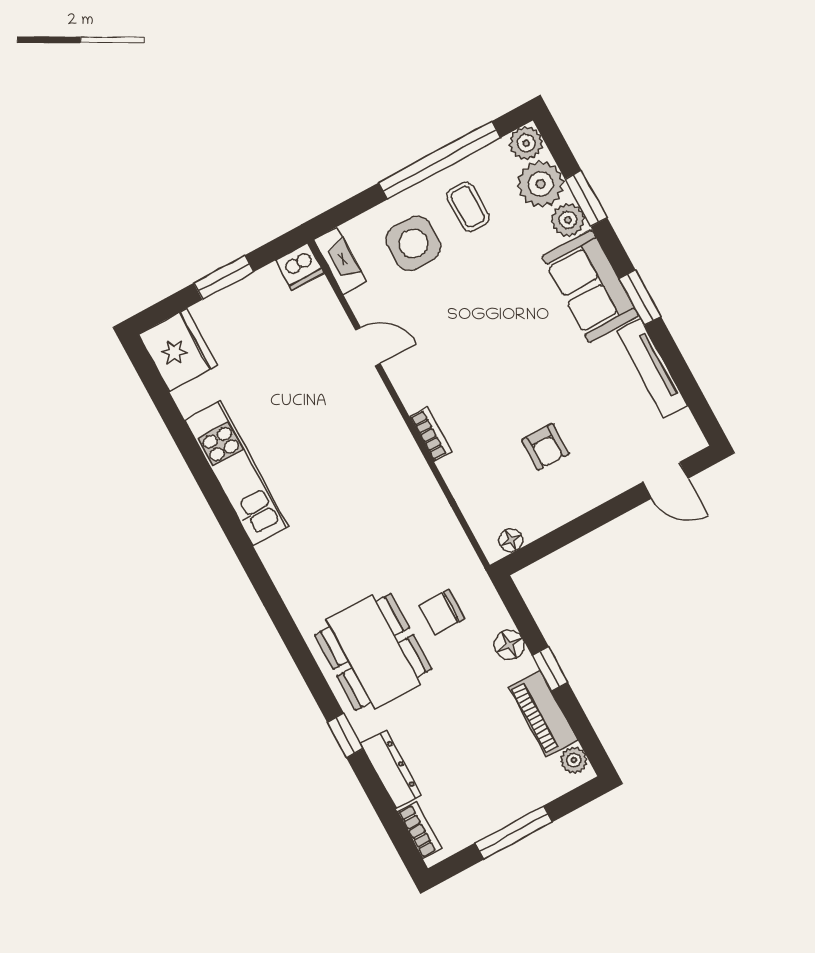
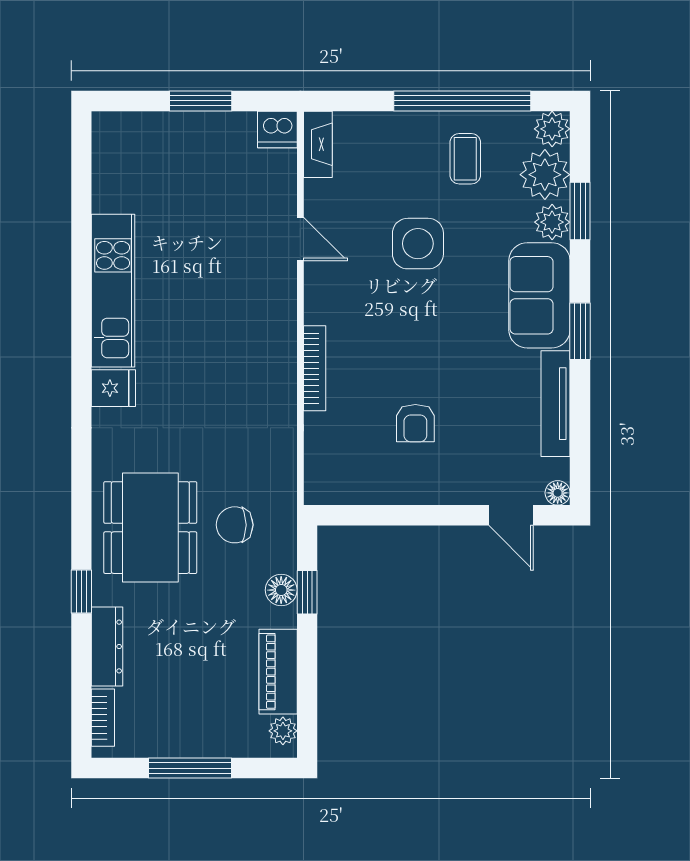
side table: (413, 243) -> (418, 244), moved
fridge: (178, 350) -> (113, 388), moved, width x0.53, depth x0.75
bookcase: (431, 434) -> (315, 368), width x1.56
floor lamp: (511, 540) -> (558, 493), moved
window: (550, 669) -> (307, 592), moved

